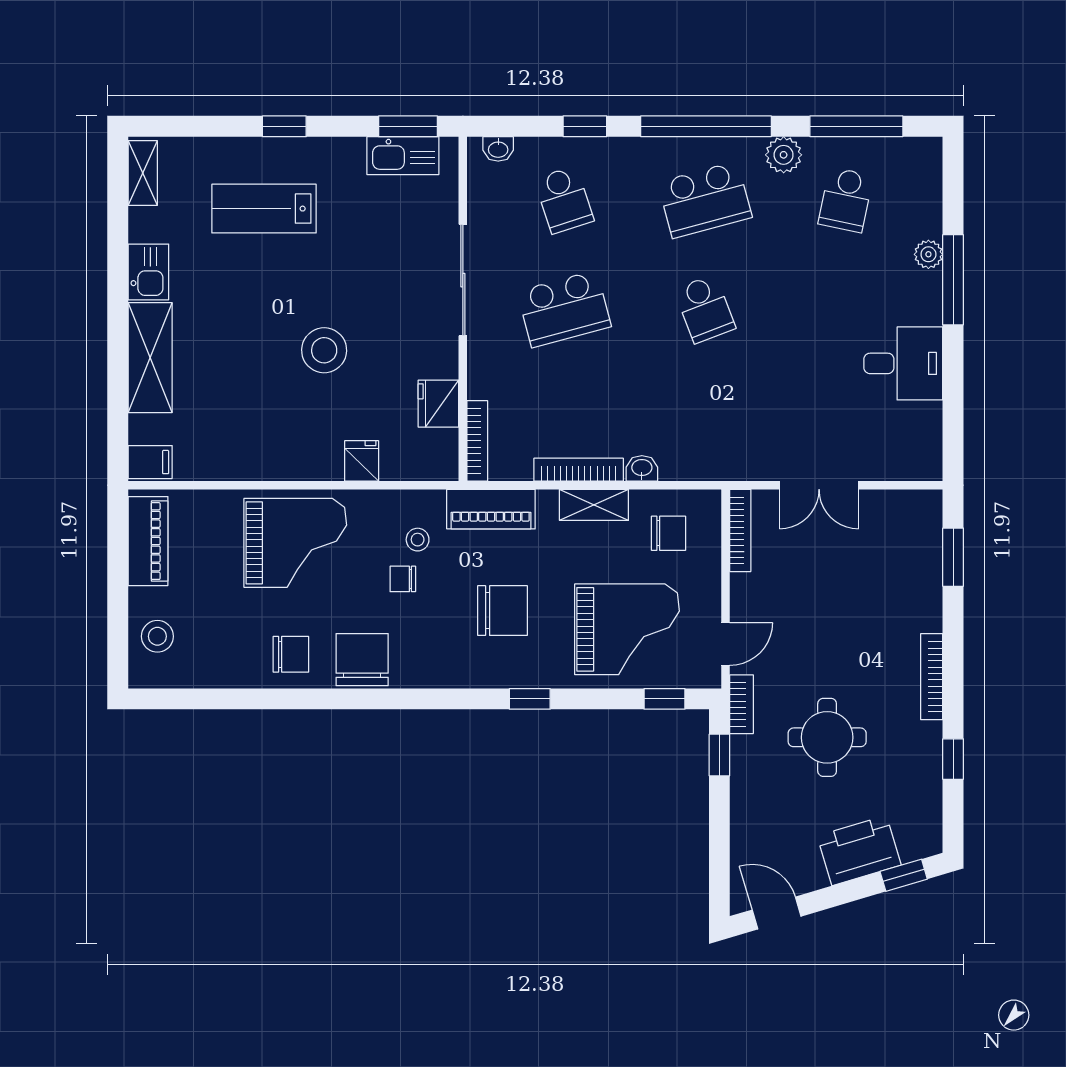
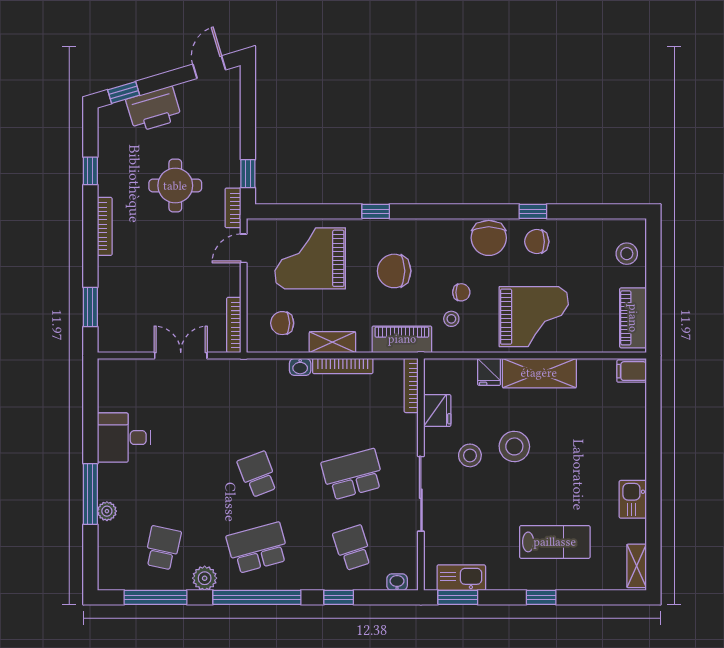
stool: (390, 337) -> (470, 455), added
shelving: (150, 358) -> (539, 373), moved, turned 90
grand piano: (295, 543) -> (534, 317), turned 180
window: (665, 699) -> (533, 211), moved
door: (777, 913) -> (209, 67), swing flipped

